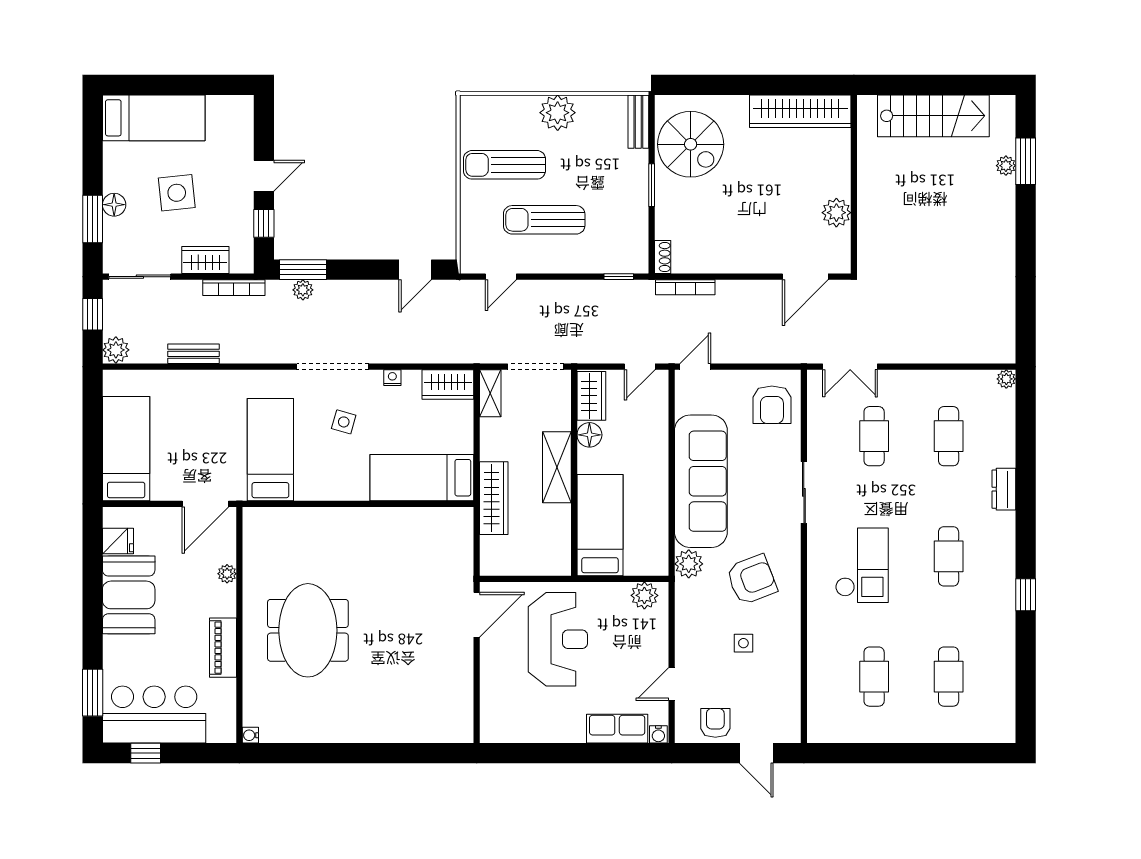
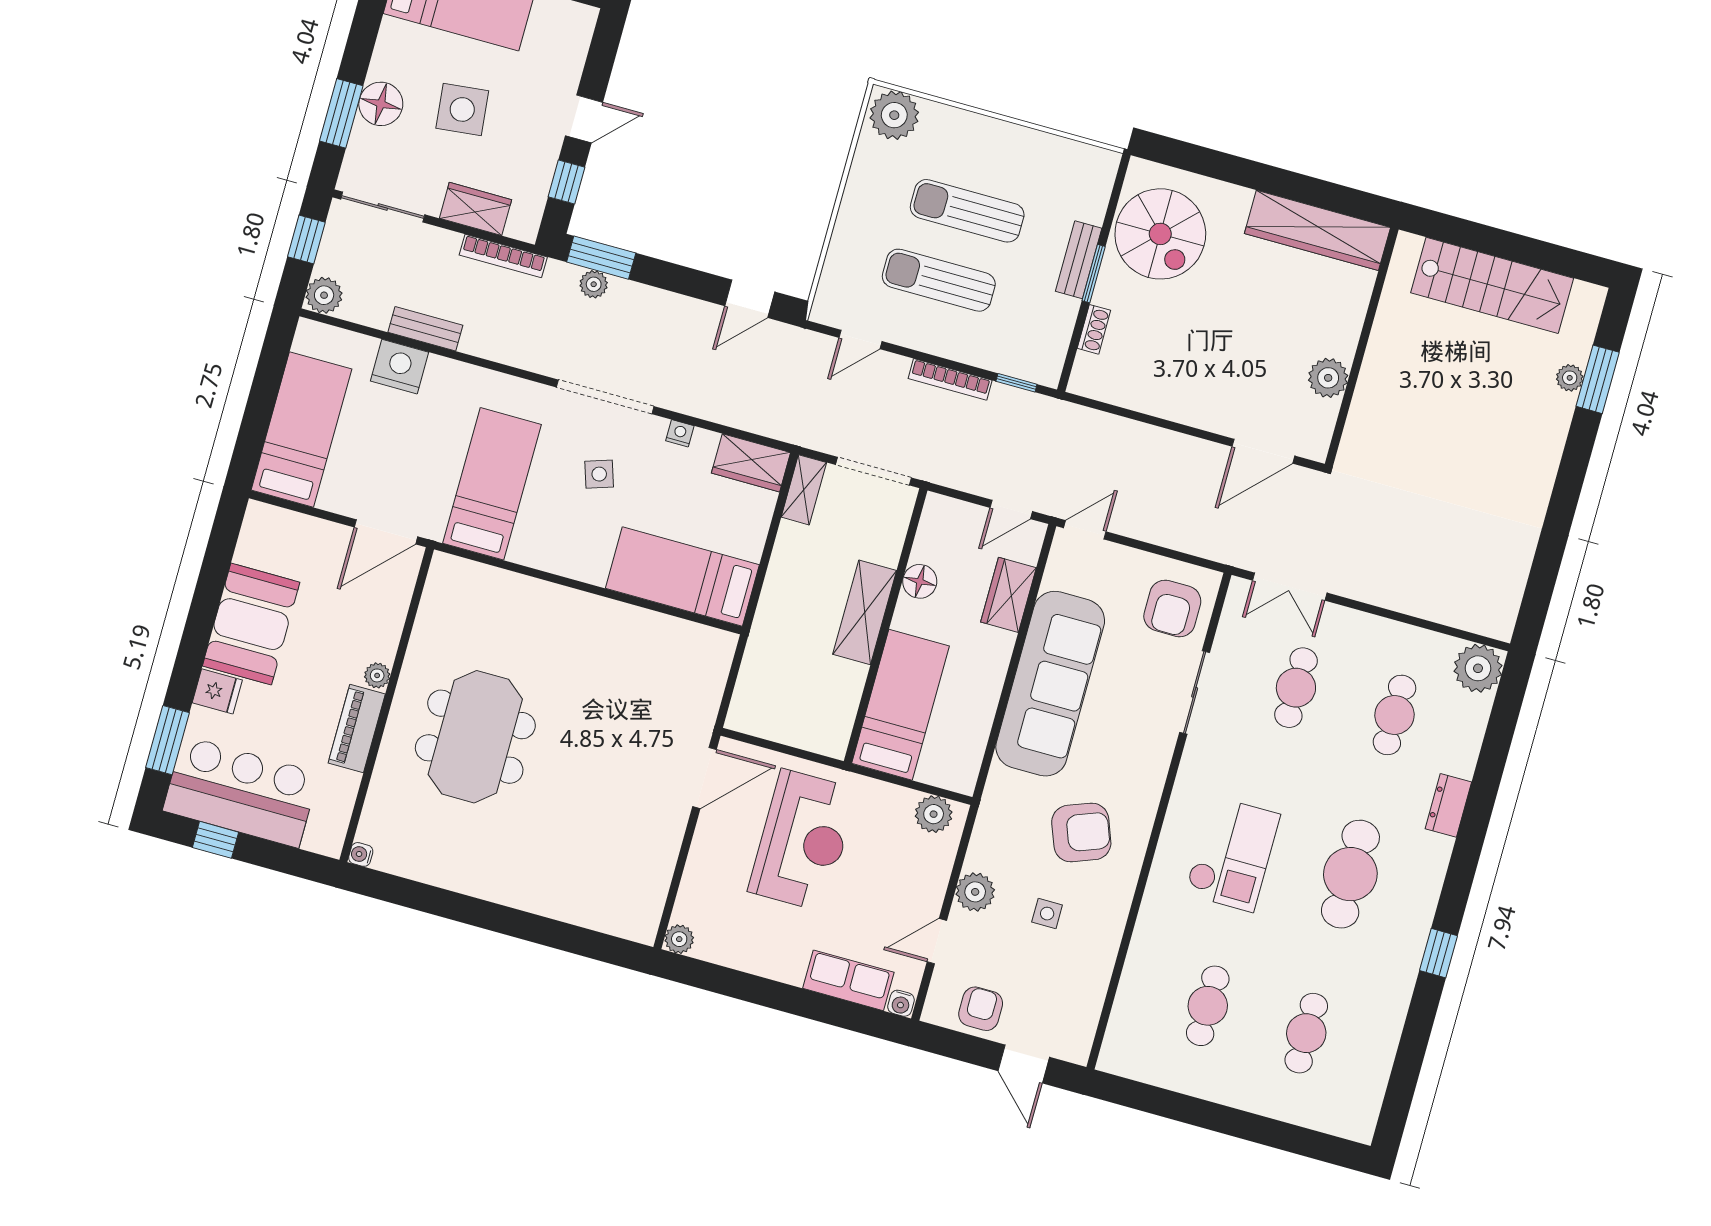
plant: (558, 113) -> (894, 115), moved
bench: (638, 122) -> (1079, 260), moved
sun lounger: (504, 165) -> (967, 211), moved
floor lamp: (114, 205) -> (381, 104), width x1.38, depth x1.38
shoe rack: (663, 257) -> (1094, 329), moved
bookcase: (685, 287) -> (950, 379), moved
plant: (1006, 379) -> (1478, 668), width x1.88, depth x1.88
nightstand: (183, 385) -> (399, 367), added
wardrobe: (591, 396) -> (1008, 595), moved, turned 180
side table: (344, 422) -> (599, 474), turned -34
sliding door: (804, 492) -> (1195, 692), moved
wardrobe: (494, 498) -> (770, 630), removed
fridge: (118, 541) -> (217, 691), moved
cafe table: (949, 556) -> (1350, 874), width x1.37, depth x1.35
plant: (689, 564) -> (975, 892), moved
plant: (227, 574) -> (377, 675), moved
plant: (490, 733) -> (679, 939), added

